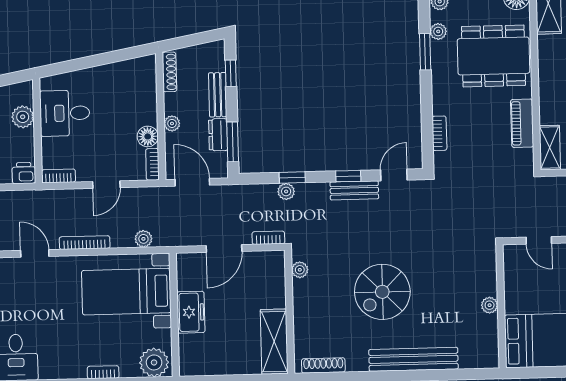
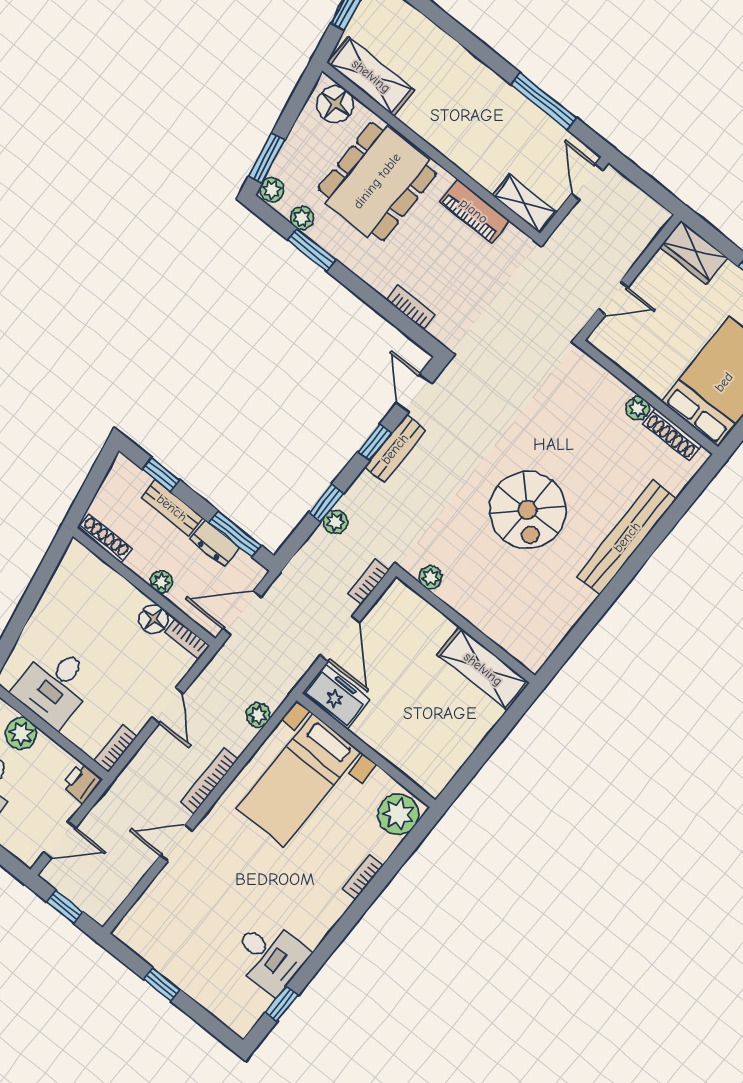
freezer: (191, 312) -> (336, 697), moved
shoe rack: (323, 365) -> (672, 435), moved, turned -90

